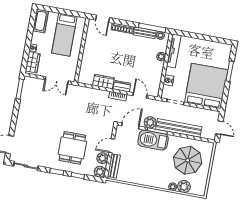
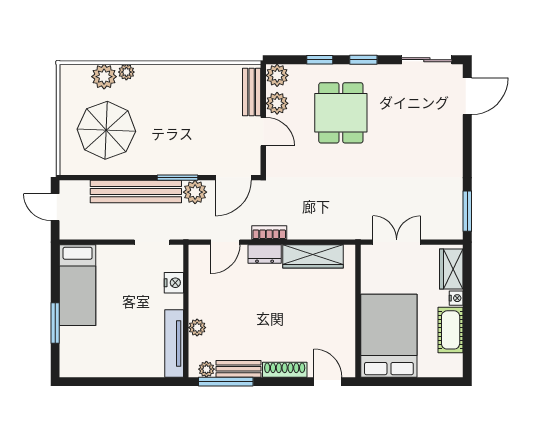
cot: (41, 21) -> (451, 330), moved
bed: (64, 35) -> (389, 336), width x1.50
wardrobe: (104, 82) -> (313, 256), width x1.50
bed: (206, 86) -> (78, 285), width x0.49
door: (140, 95) -> (225, 242), hinge flipped
barbecue: (153, 140) -> (183, 158), removed
door: (112, 146) -> (263, 132), hinge flipped

